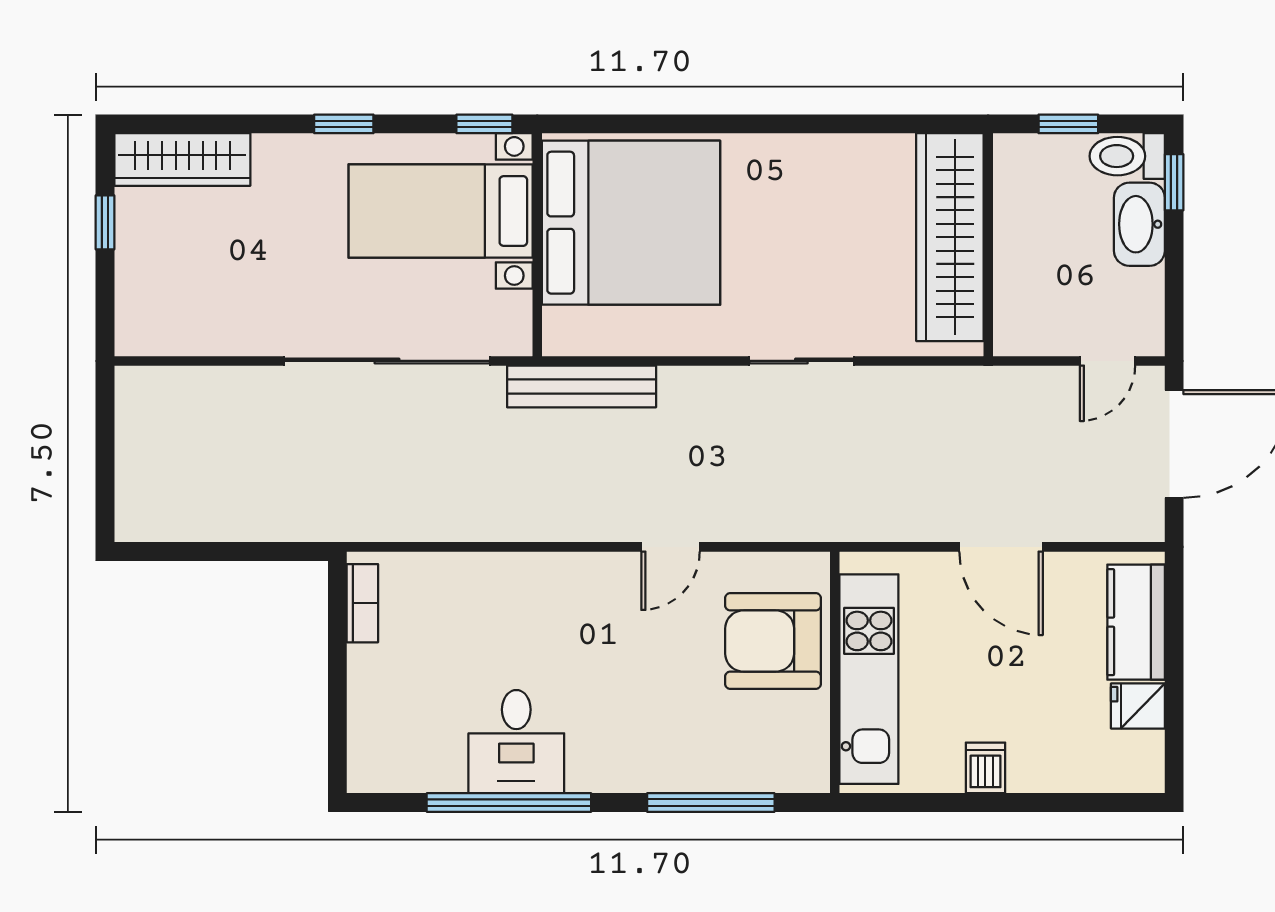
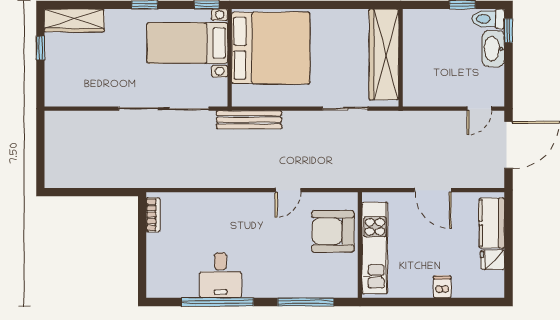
wardrobe: (950, 237) -> (384, 54), moved
wall: (988, 245) -> (401, 58), moved
dishwasher: (985, 768) -> (442, 287), moved

